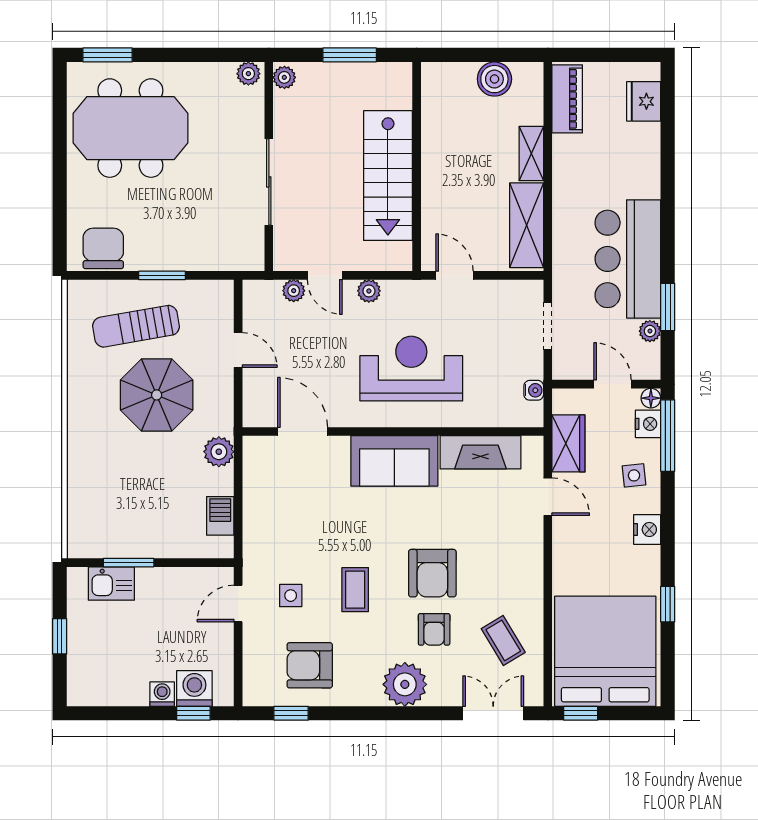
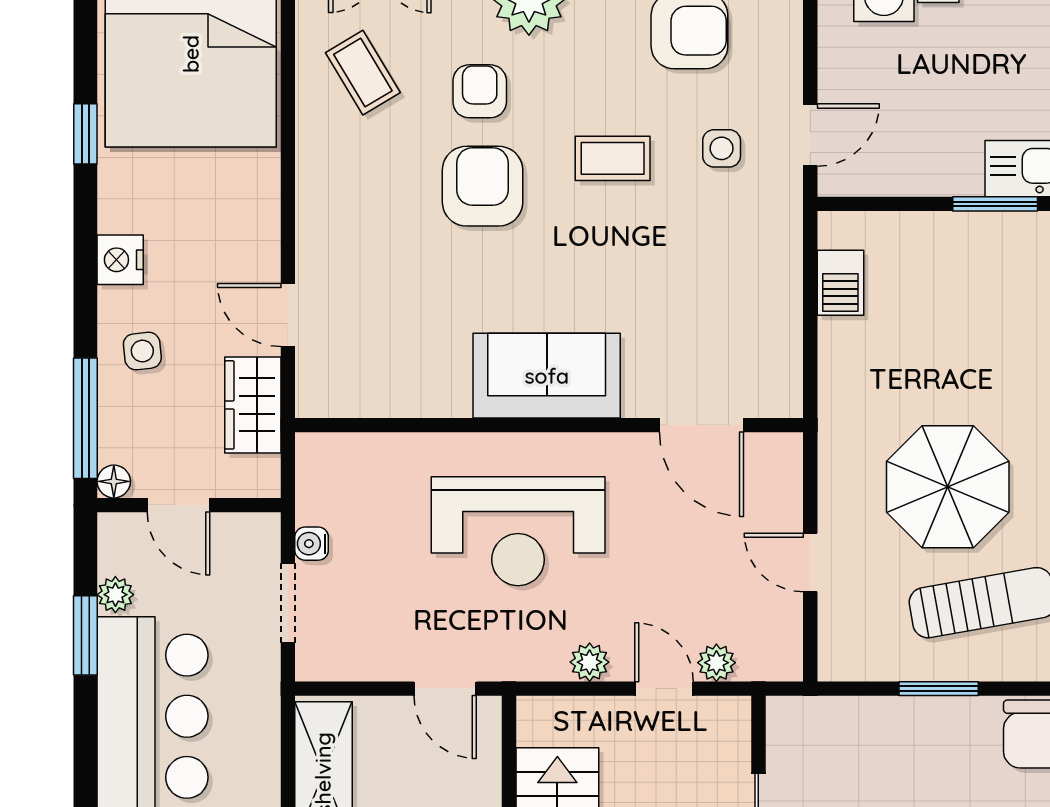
water cooler: (534, 390) -> (312, 544), moved
nightstand: (648, 424) -> (119, 438), removed
plant: (219, 452) -> (843, 391), removed
fireplace: (480, 452) -> (401, 390), removed
coffee table: (355, 590) -> (613, 158), turned 90

